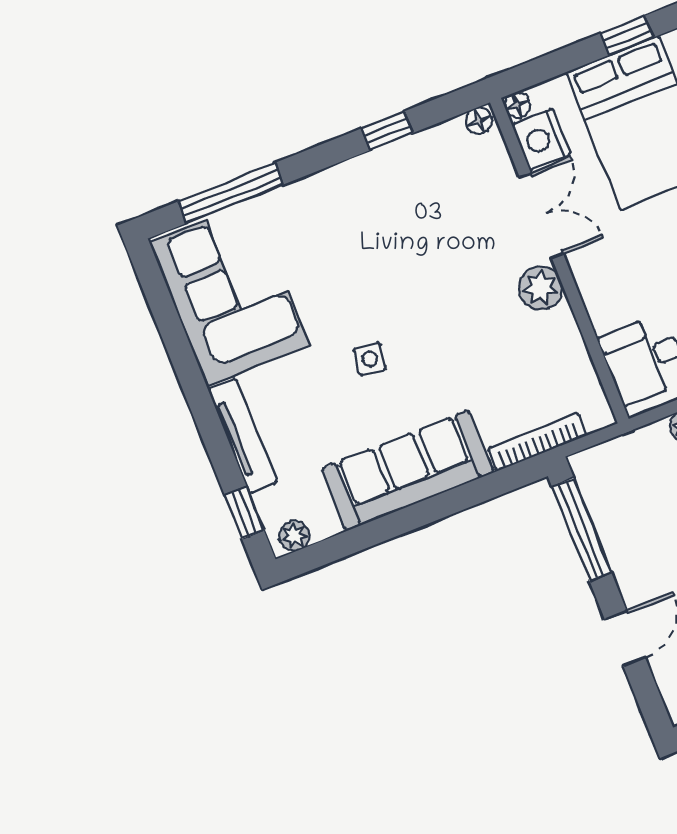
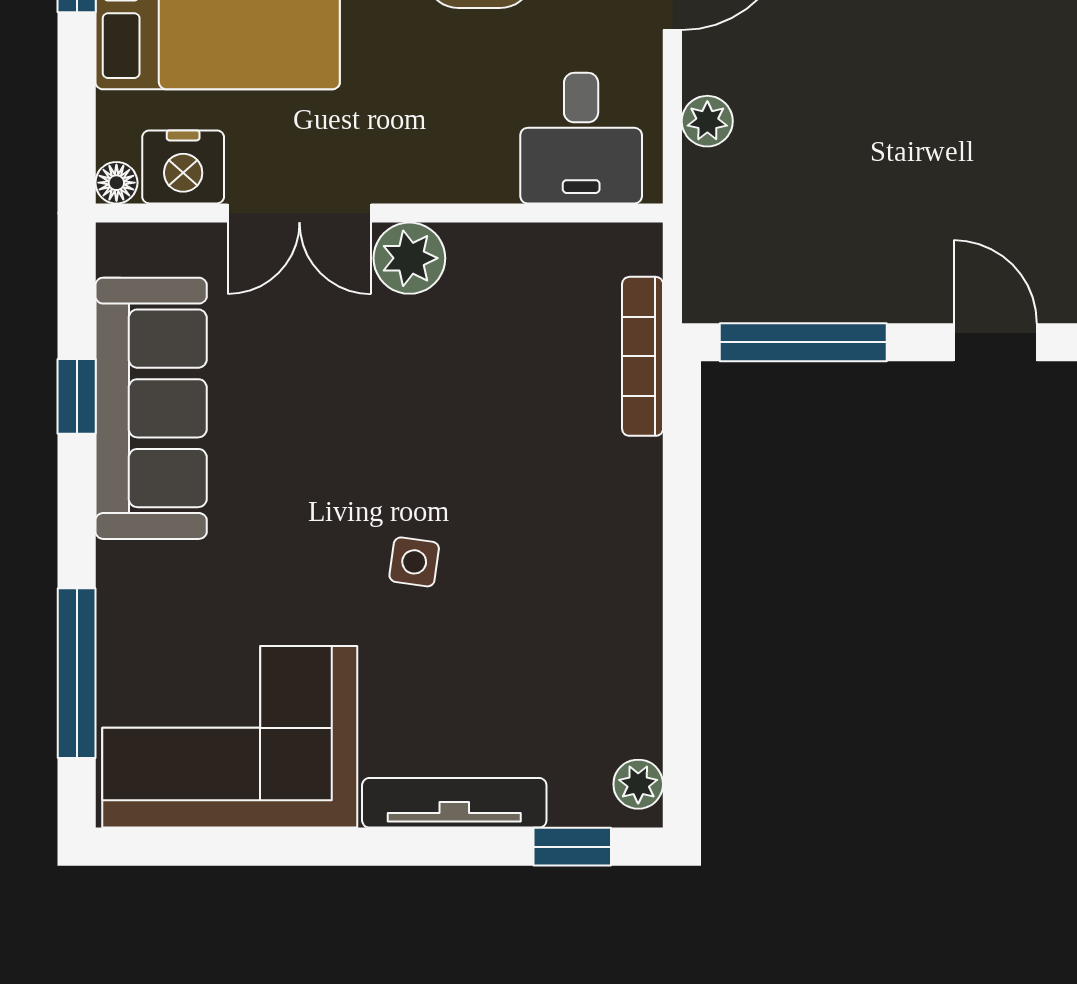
floor lamp: (479, 121) -> (117, 251), removed
double door: (541, 215) -> (299, 213), swing flipped
sofa: (408, 470) -> (151, 408), moved, turned 180

